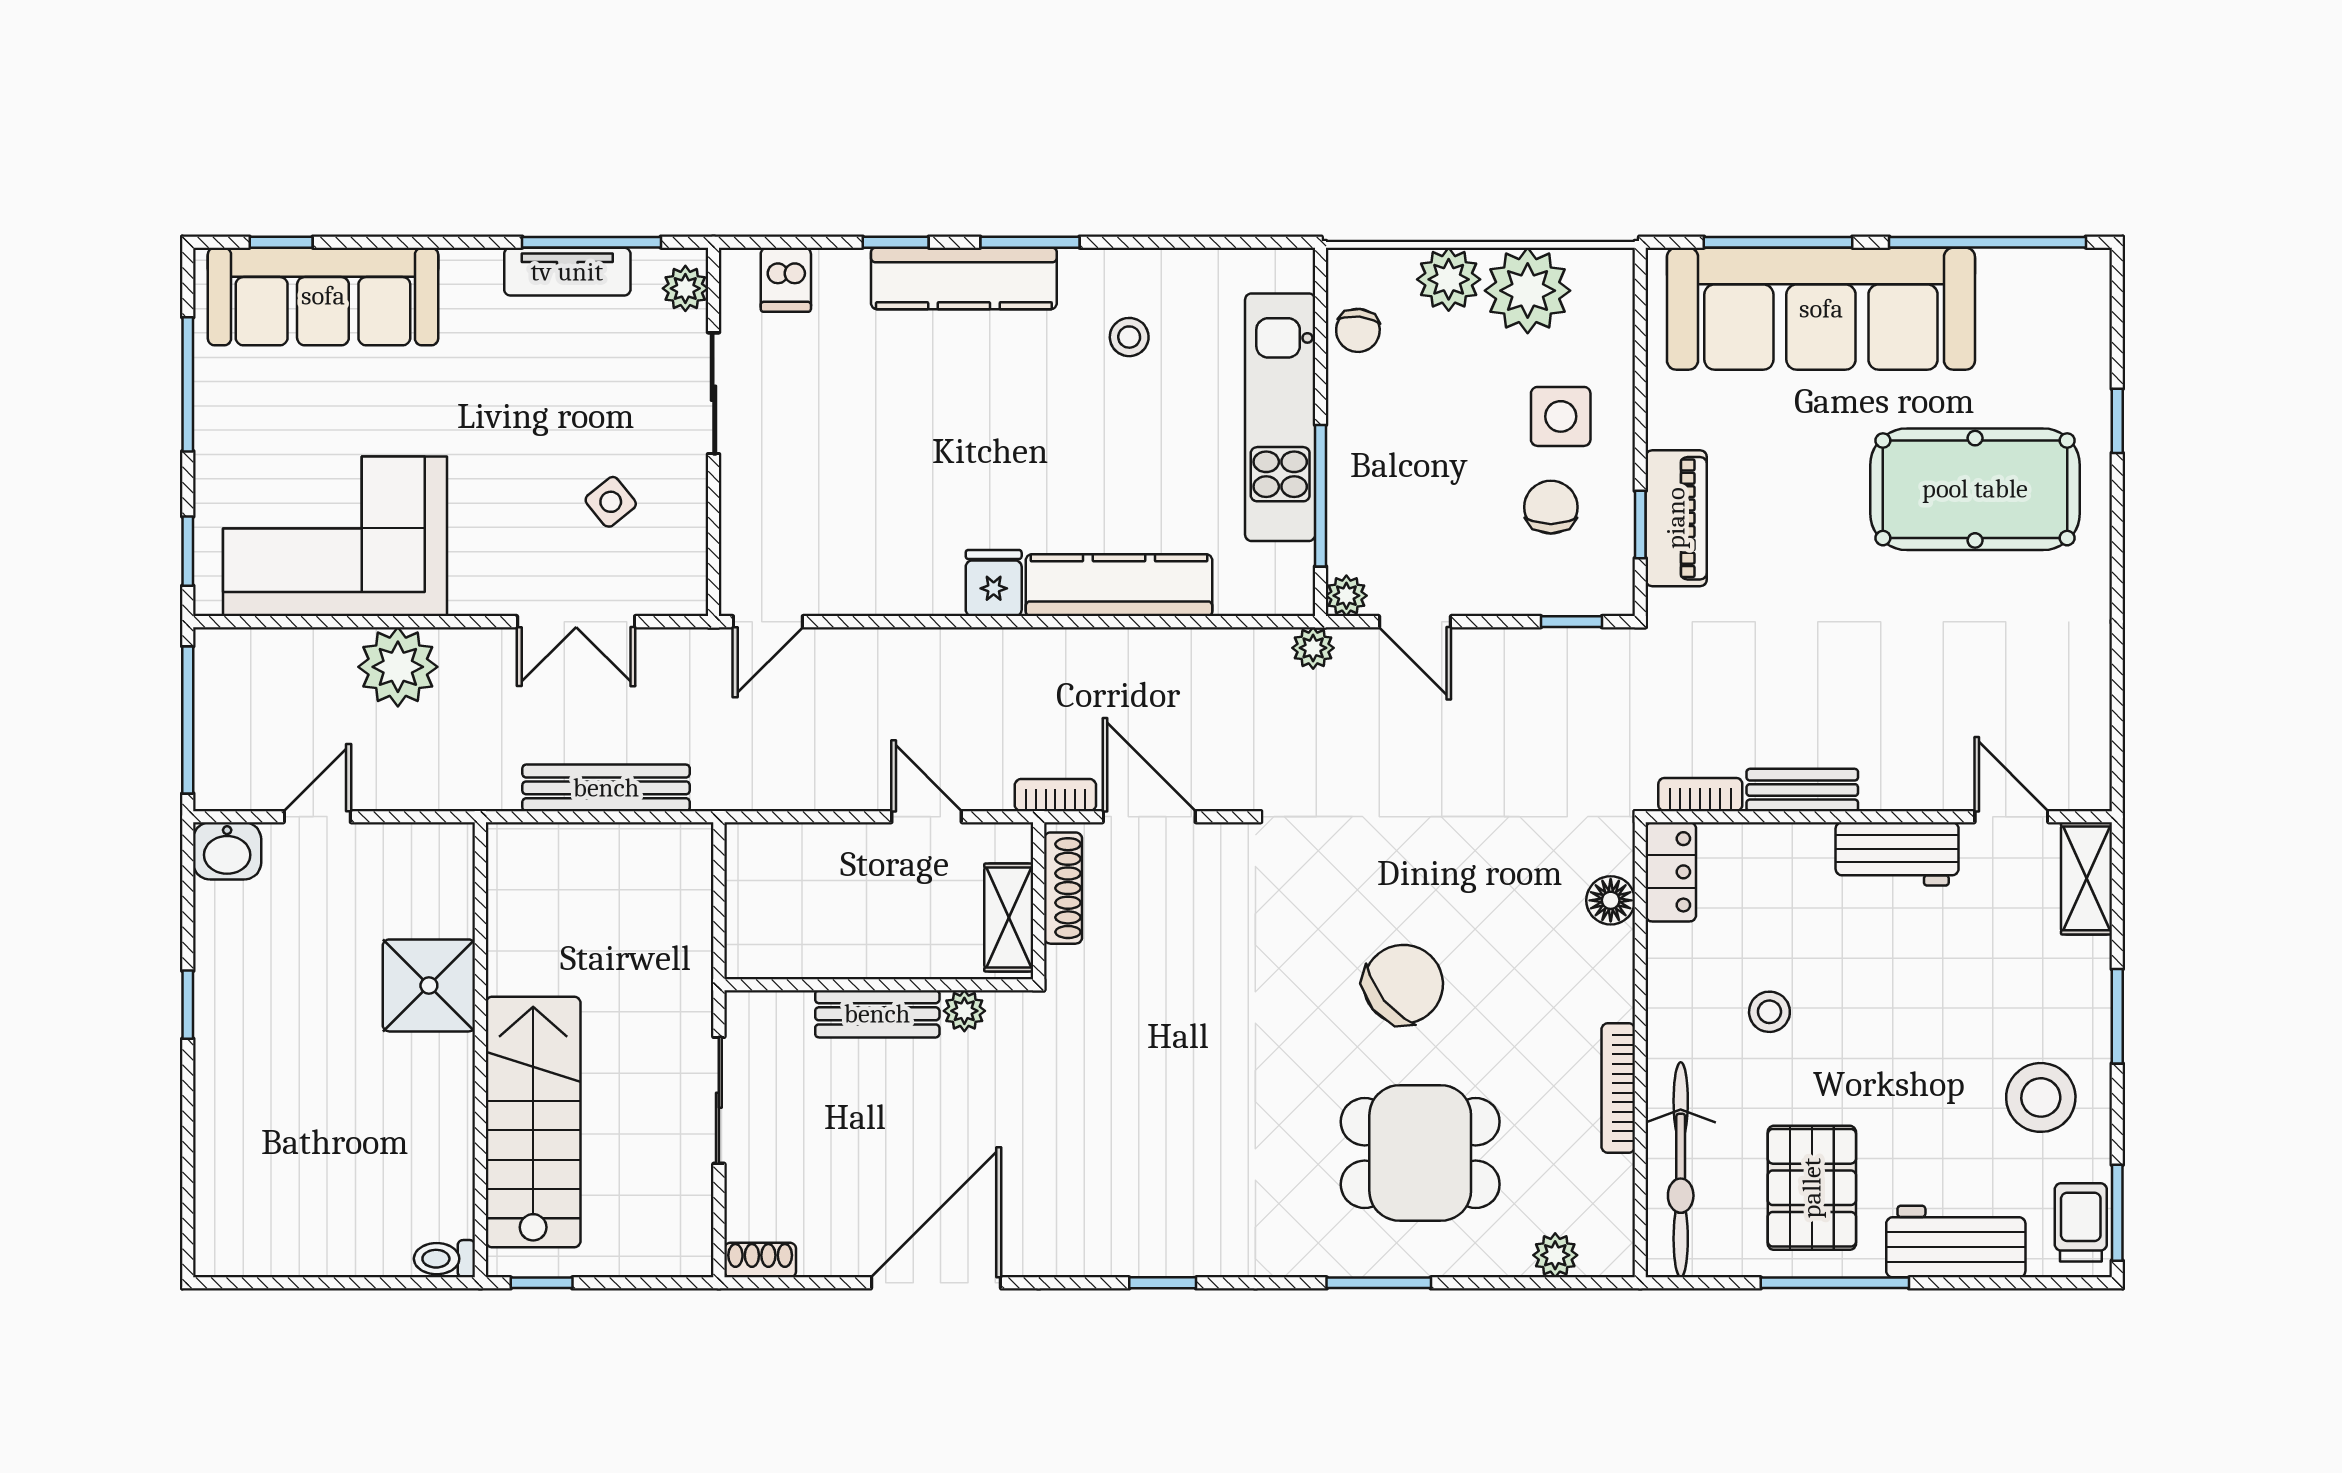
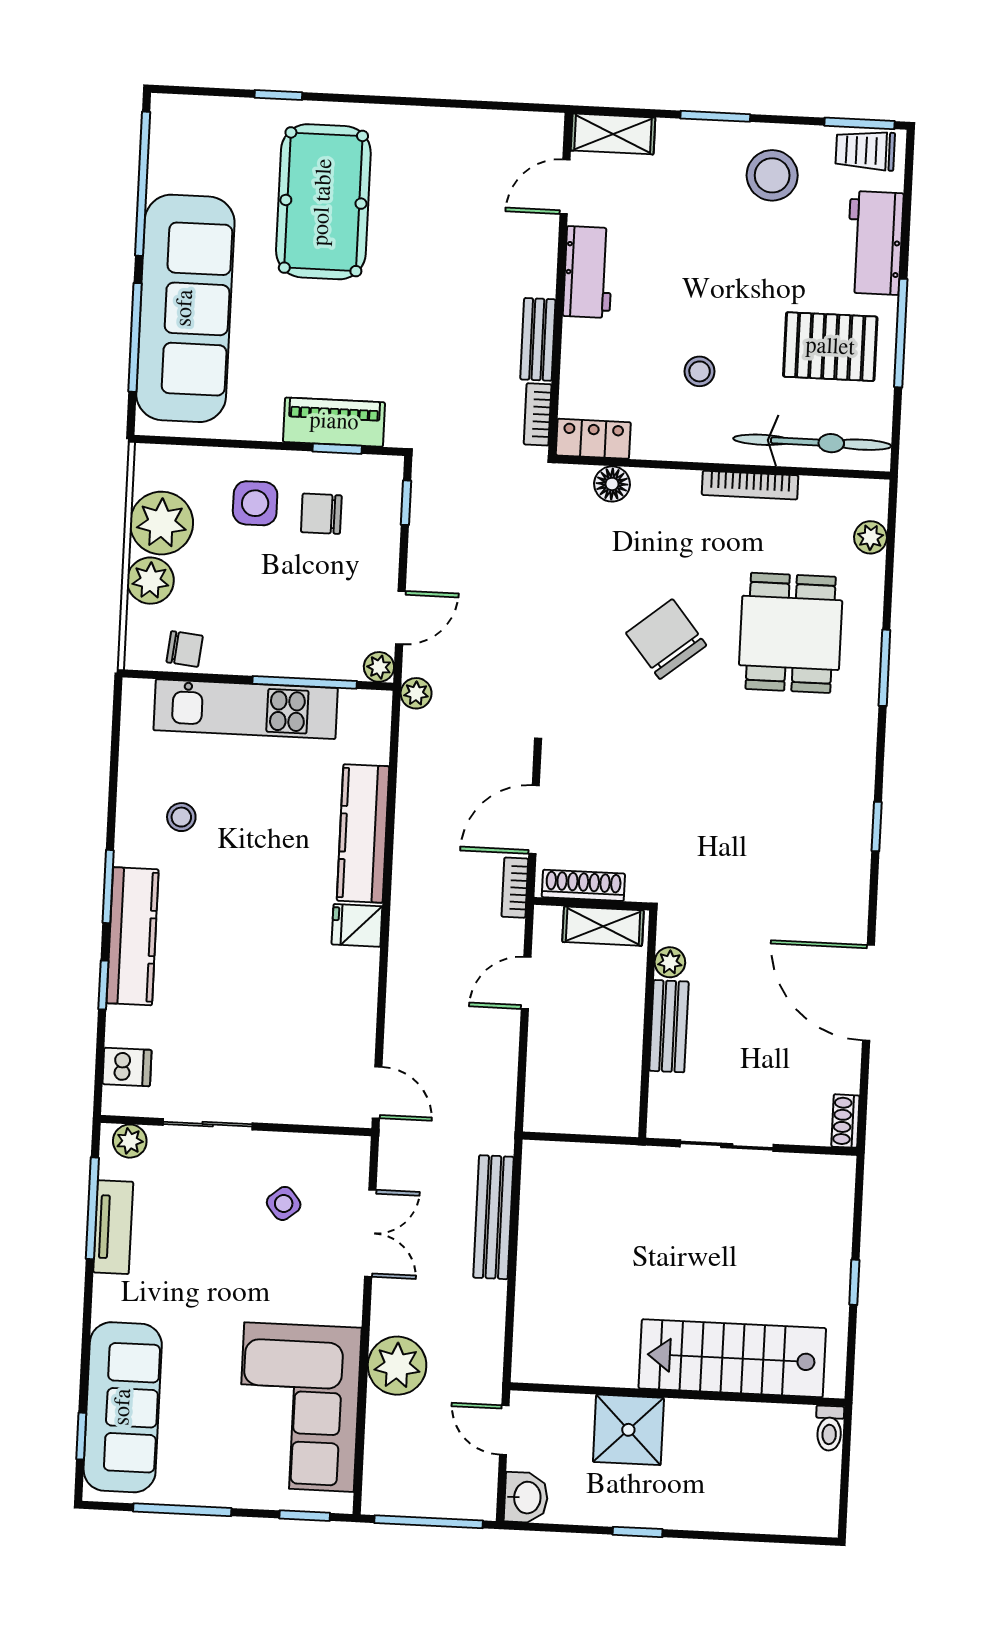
shower: (429, 985) -> (628, 1430), moved
wall: (480, 1050) -> (677, 1394), moved
stairs: (533, 1122) -> (732, 1358), moved
toilet: (444, 1259) -> (829, 1428), moved

